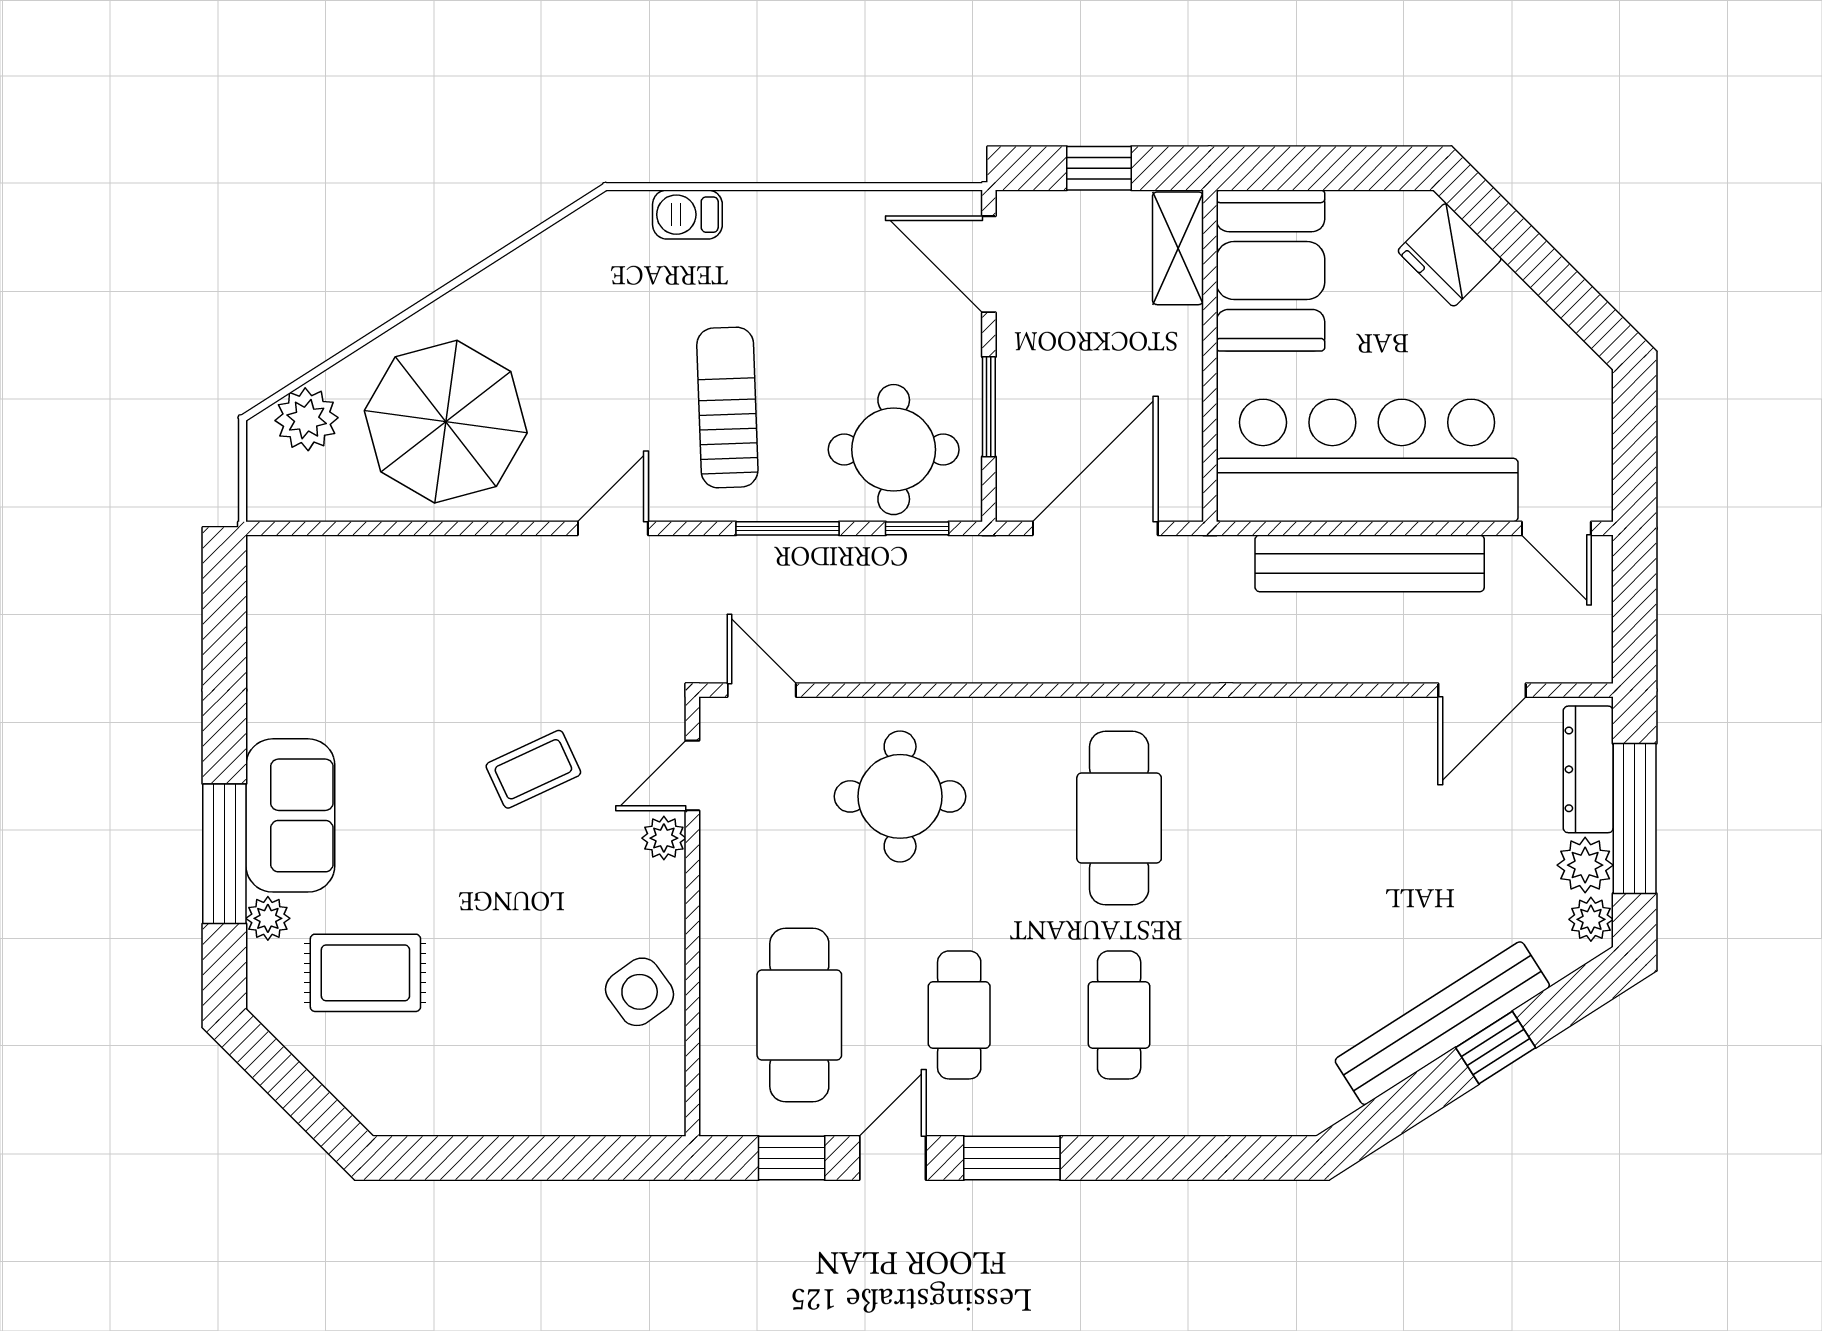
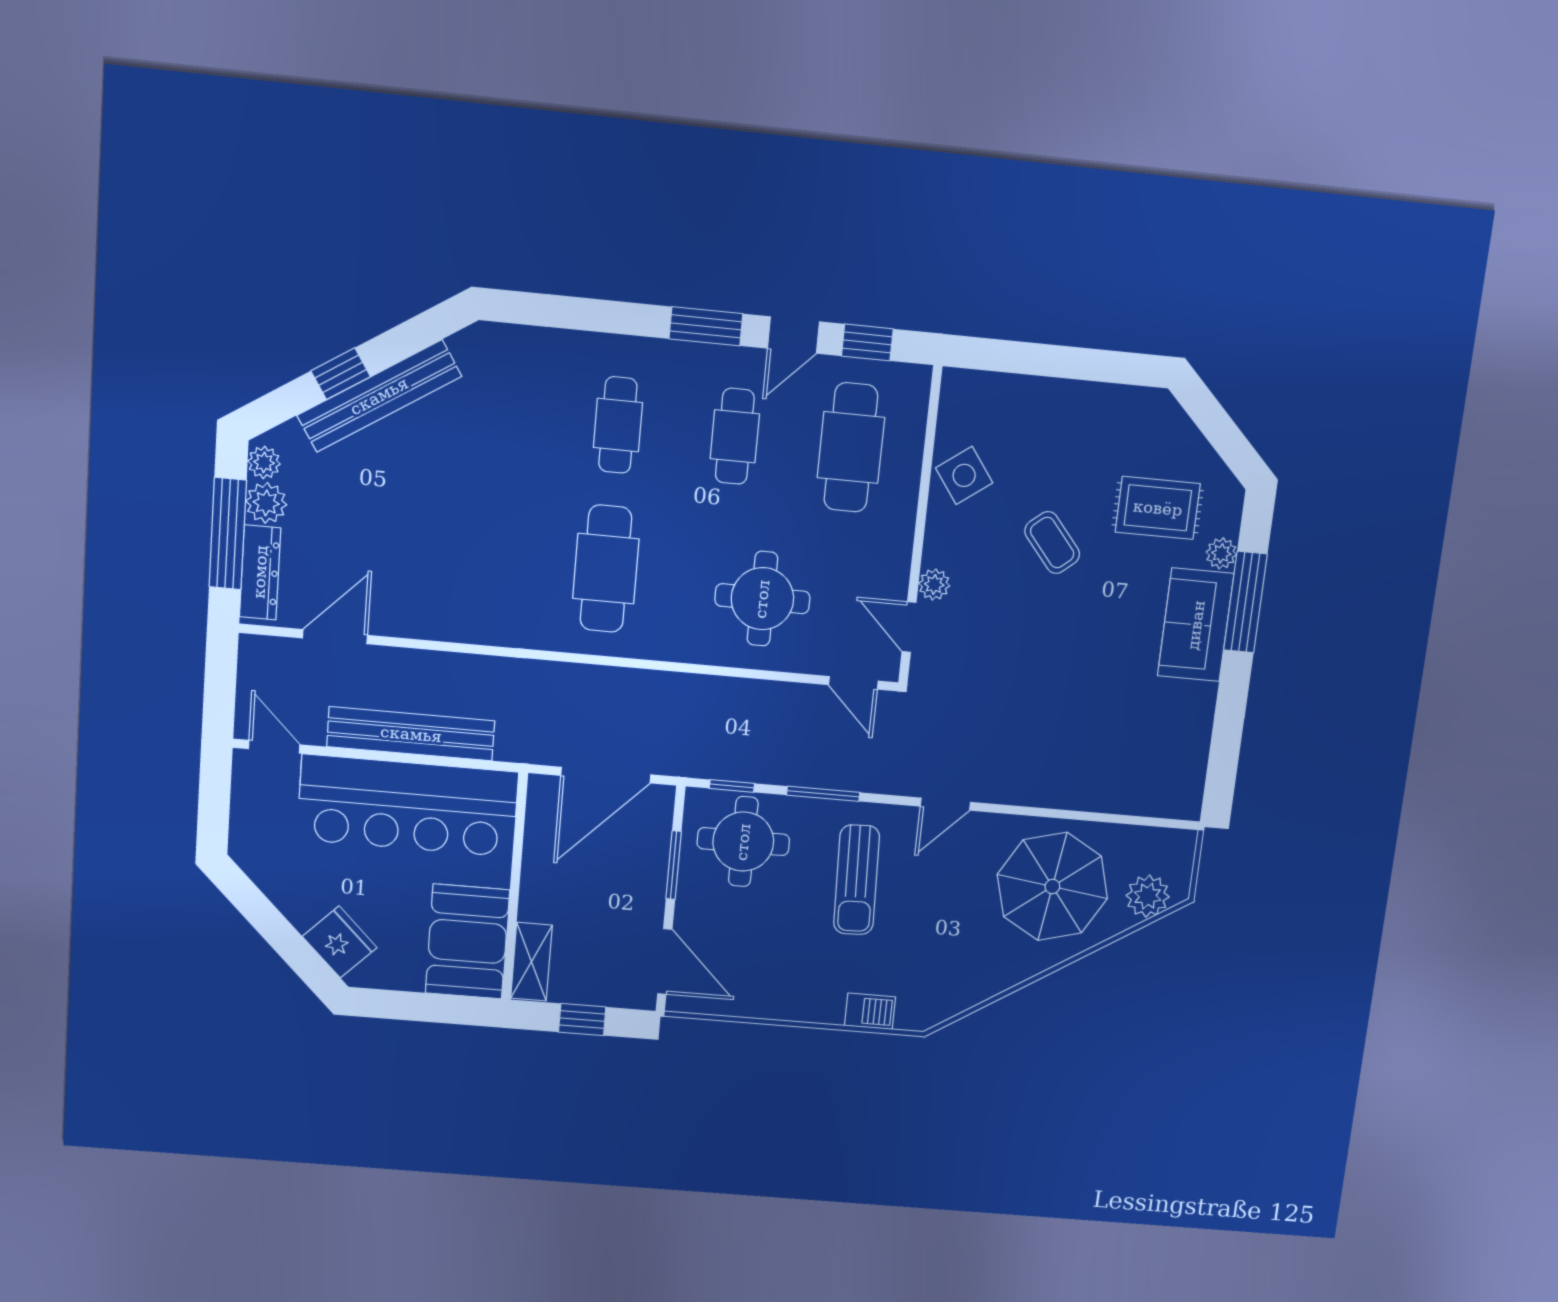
coffee table: (533, 769) -> (1052, 543), moved, turned 75
door: (692, 776) -> (909, 627), swing flipped

